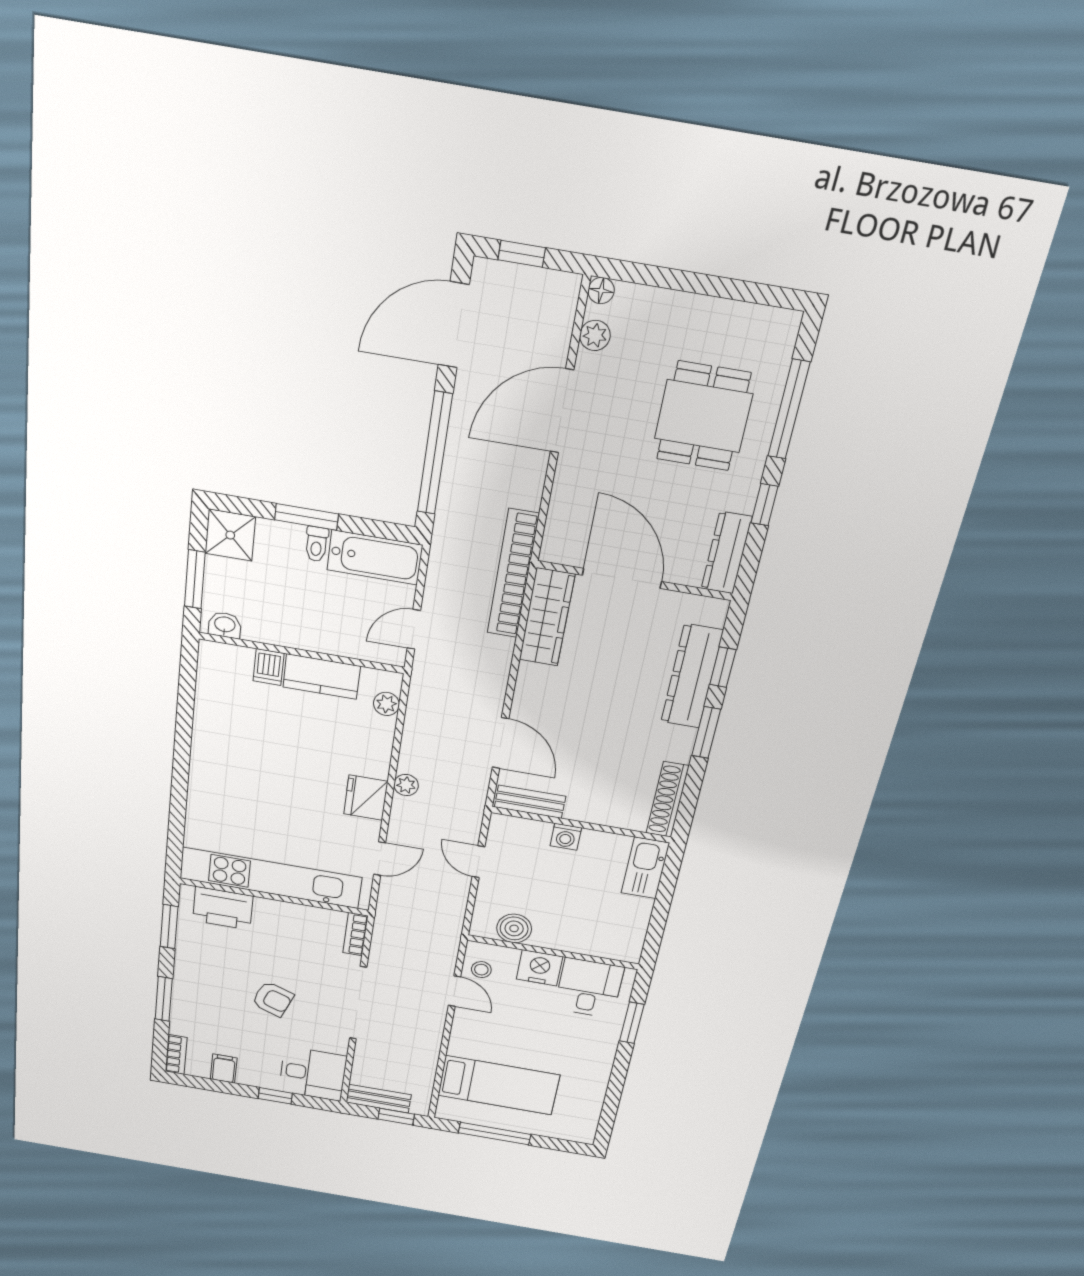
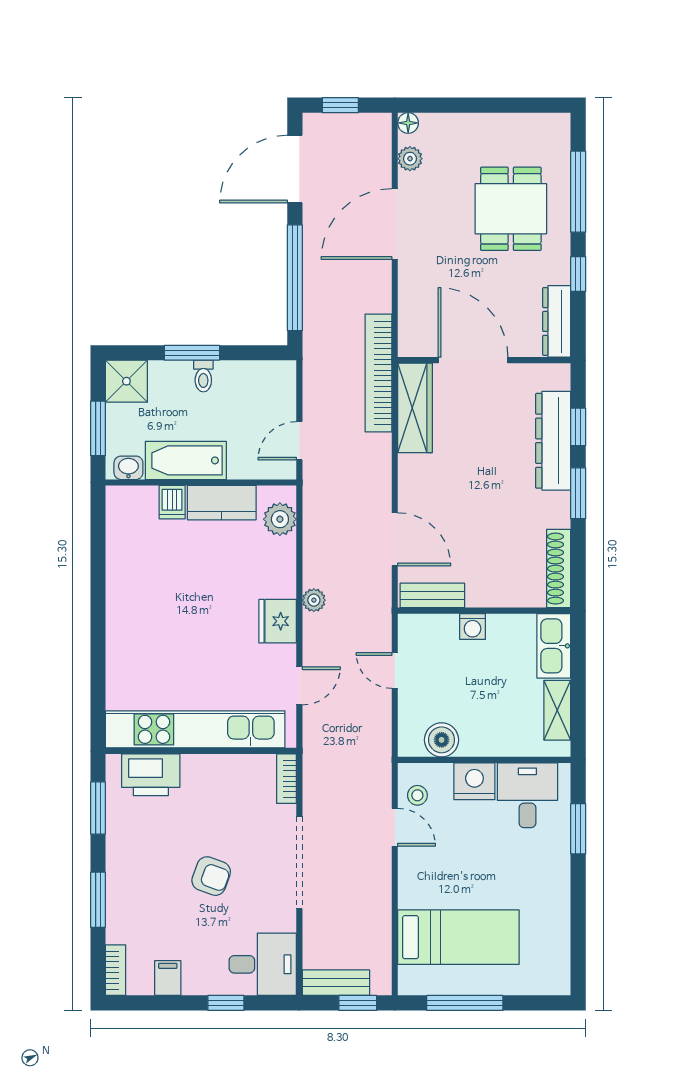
bathtub: (375, 557) -> (186, 460), moved, turned 180
plant: (386, 704) -> (280, 519), width x1.38, depth x1.38
shelving: (635, 924) -> (557, 710), added

